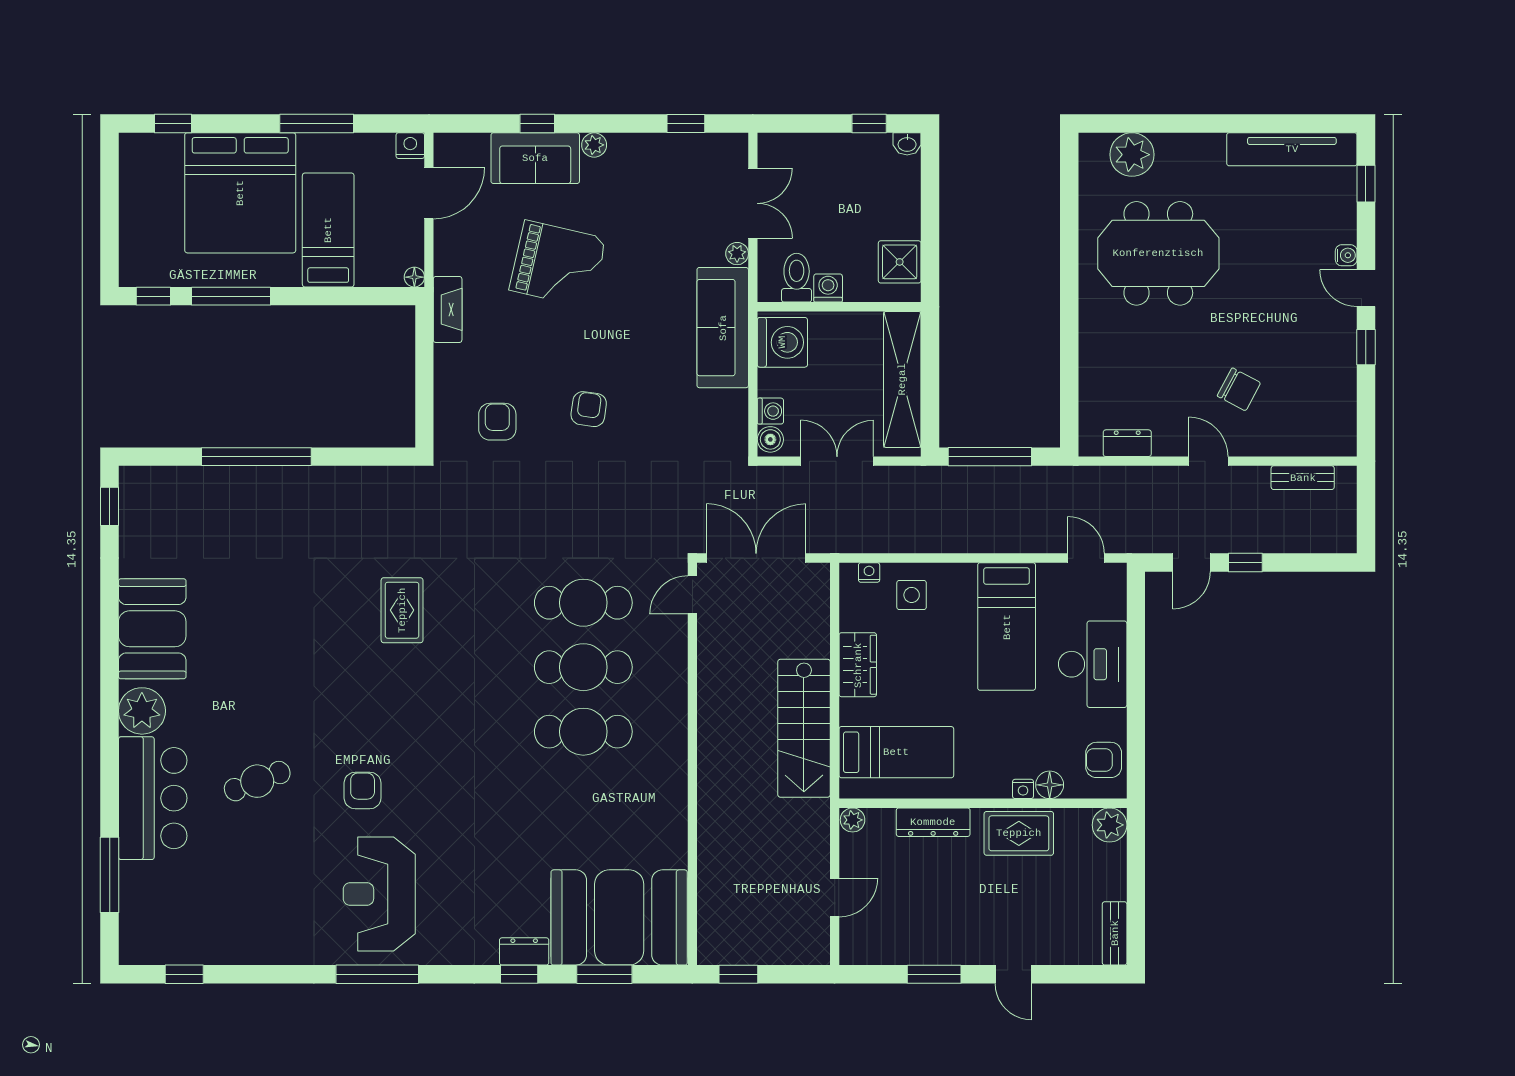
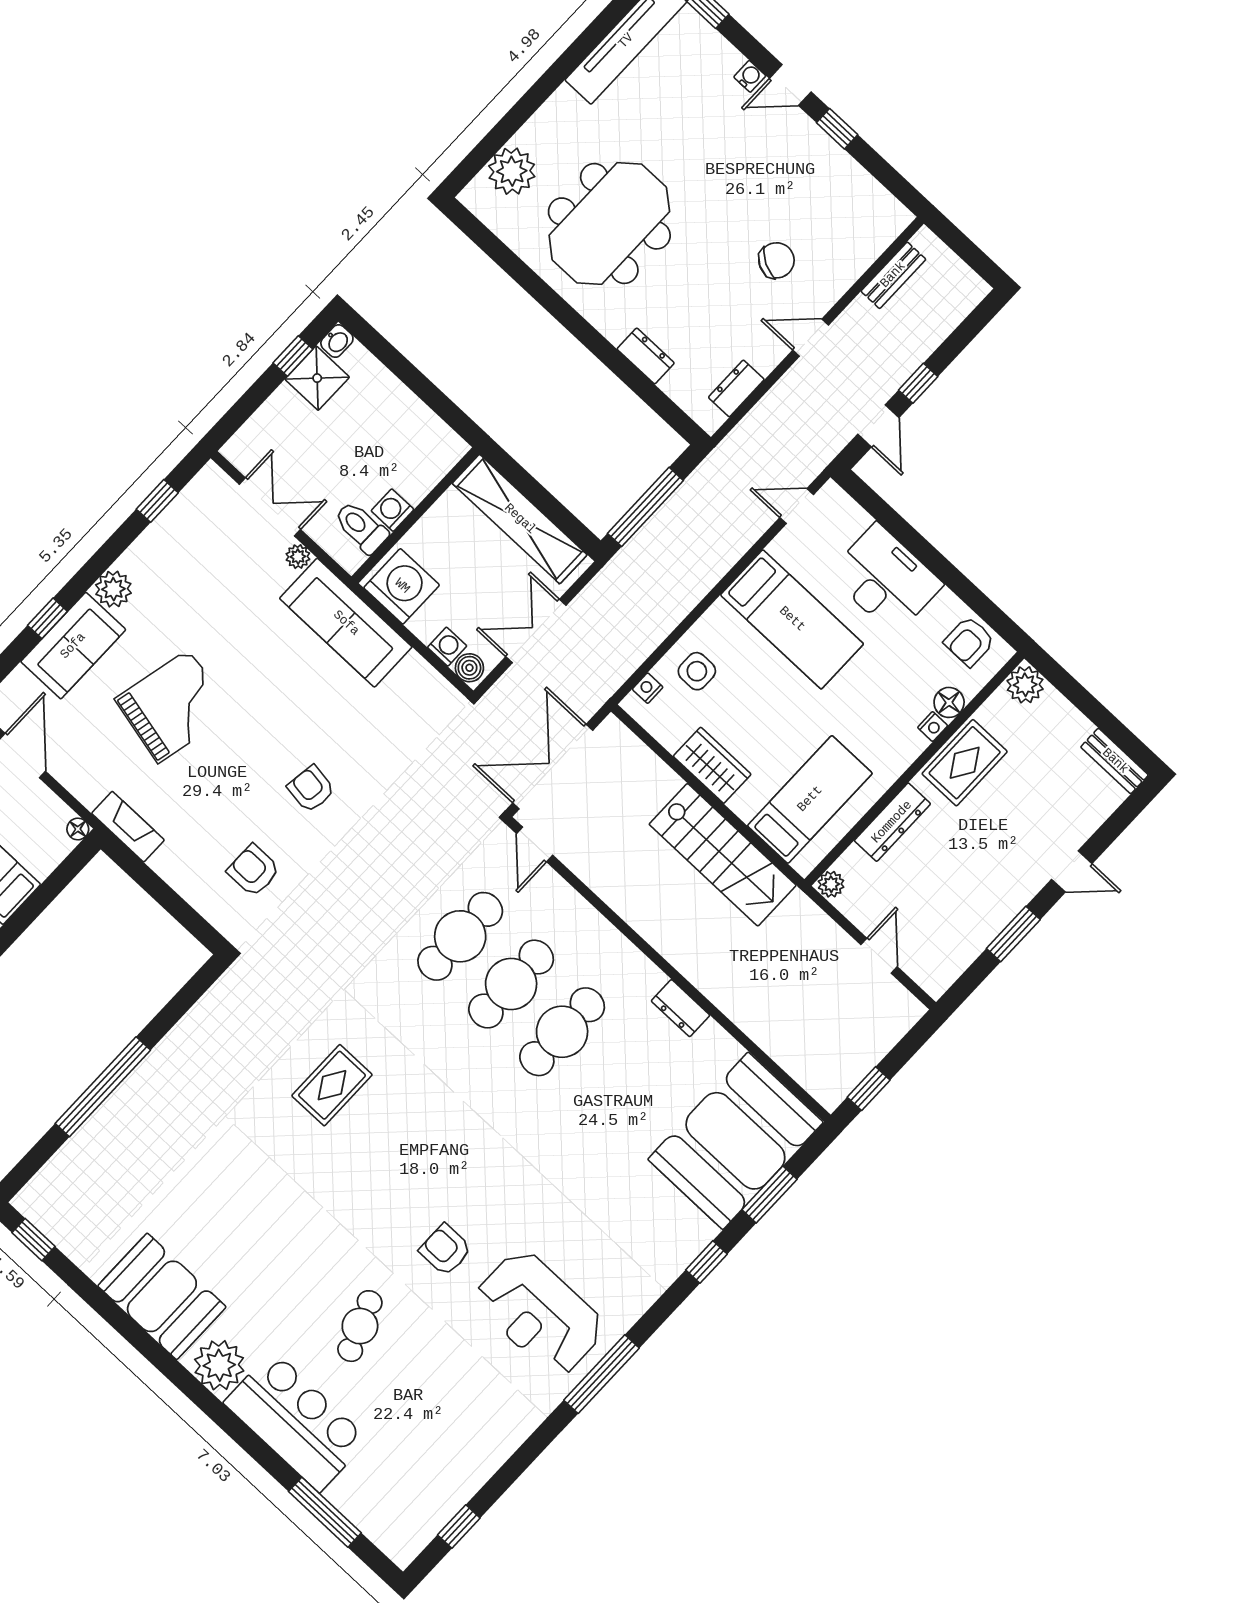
plant: (594, 145) -> (113, 589), width x1.38, depth x1.38
shower: (900, 262) -> (317, 378), moved
dresser: (1092, 362) -> (646, 356), added
rug: (402, 610) -> (332, 1085), turned 90
dresser: (524, 951) -> (681, 1008), moved, turned -90

